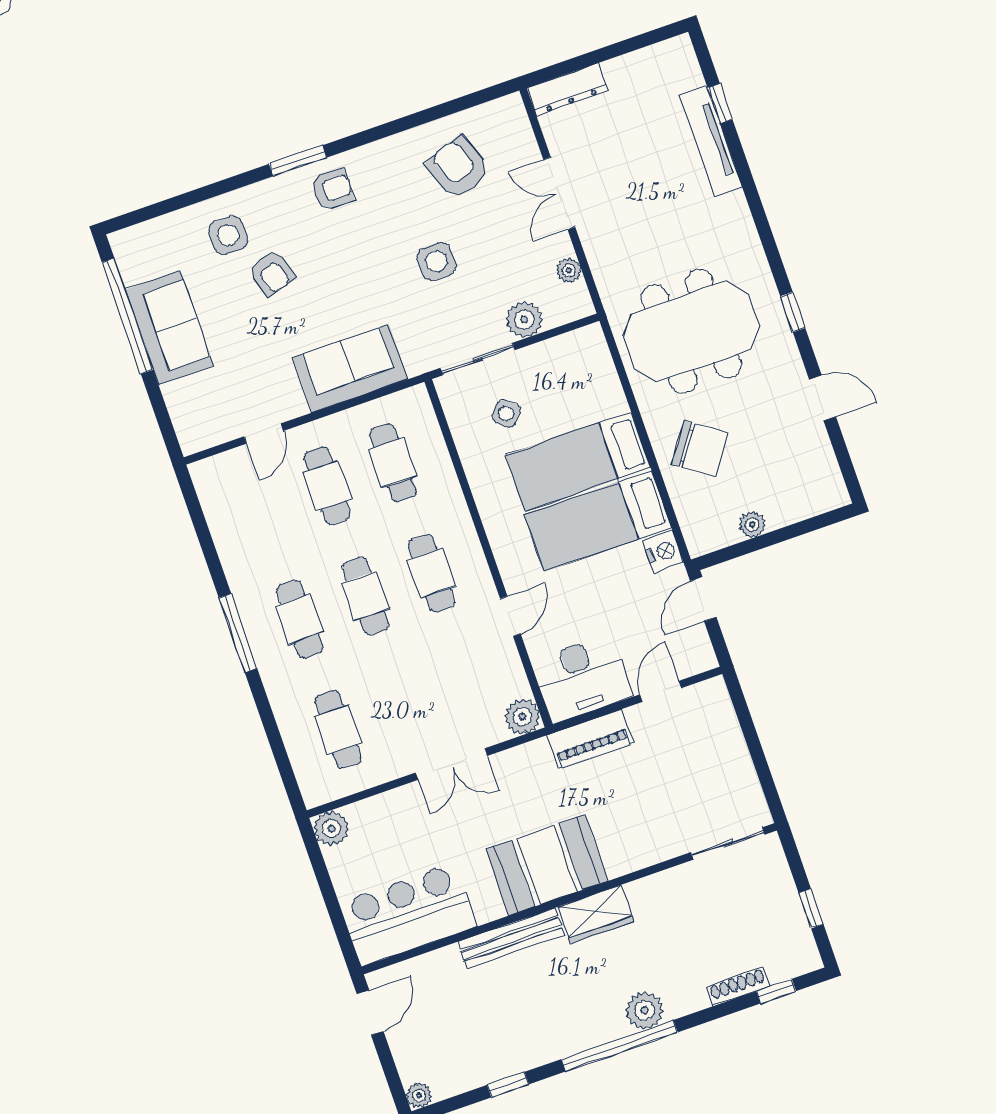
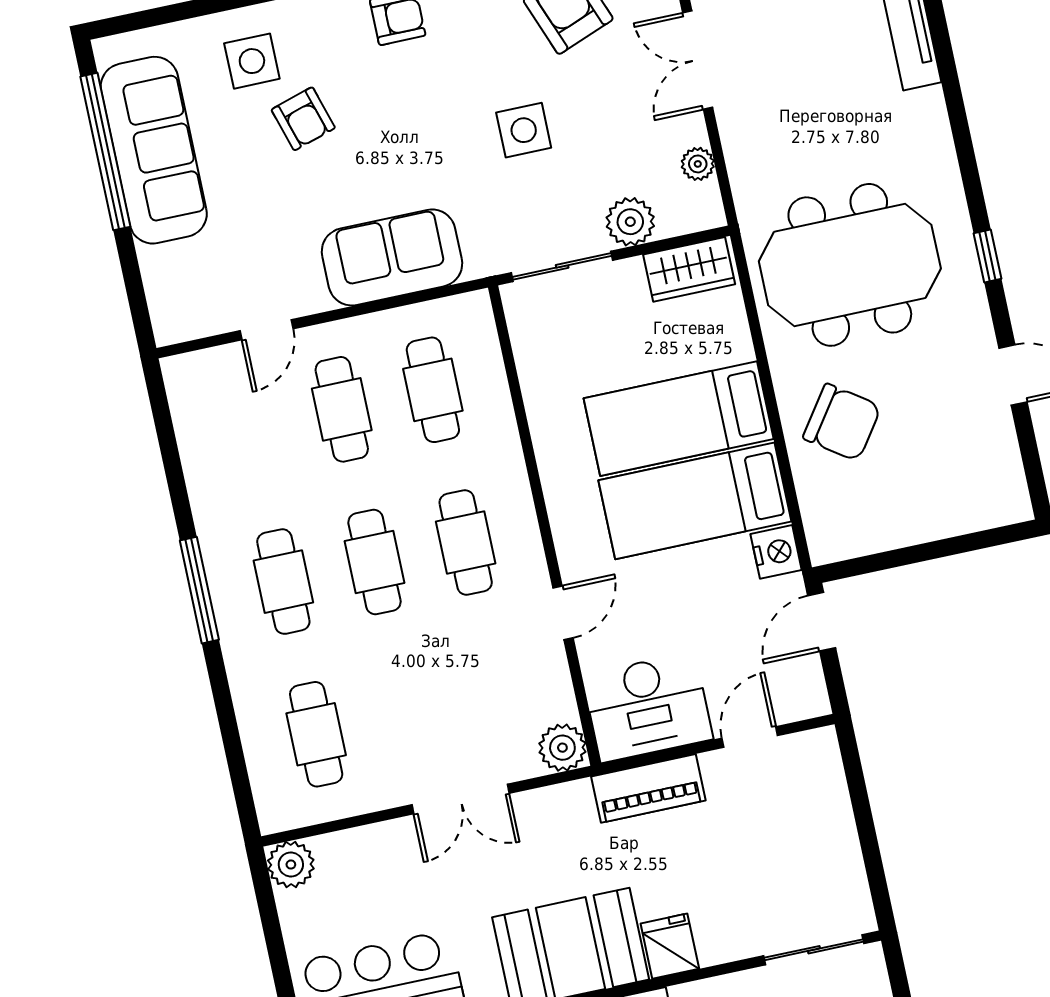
sofa: (169, 328) -> (154, 150), width x1.36
wardrobe: (572, 349) -> (689, 269), added
side table: (506, 414) -> (591, 343), removed
plant: (752, 525) -> (899, 531), removed
fridge: (621, 854) -> (670, 946), added

